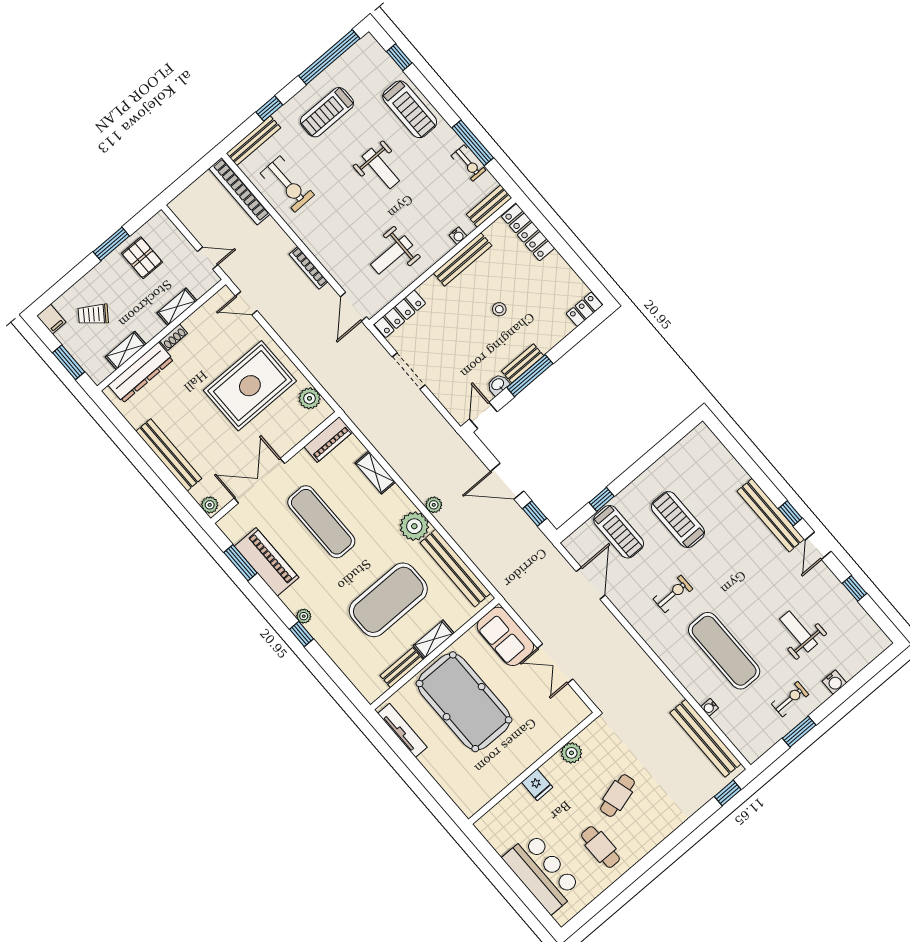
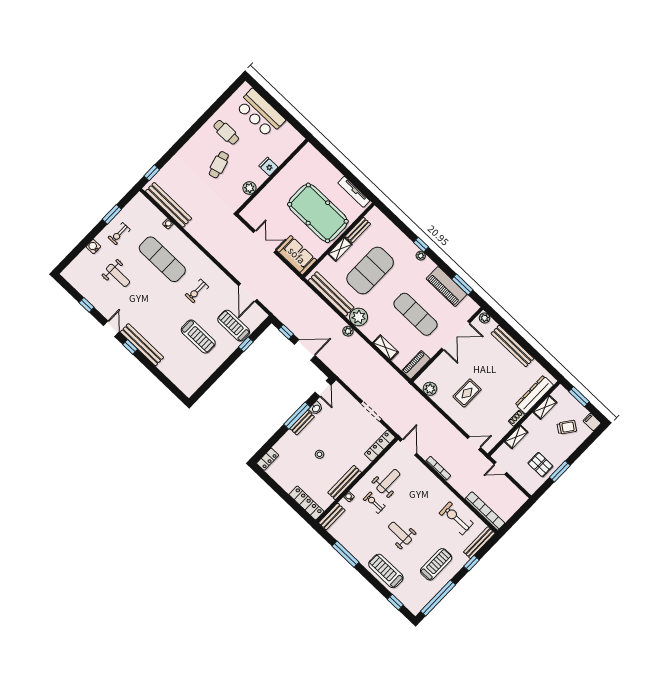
exercise bike: (468, 163) -> (374, 503), moved
rug: (250, 386) -> (467, 393), width x0.54, depth x0.49

